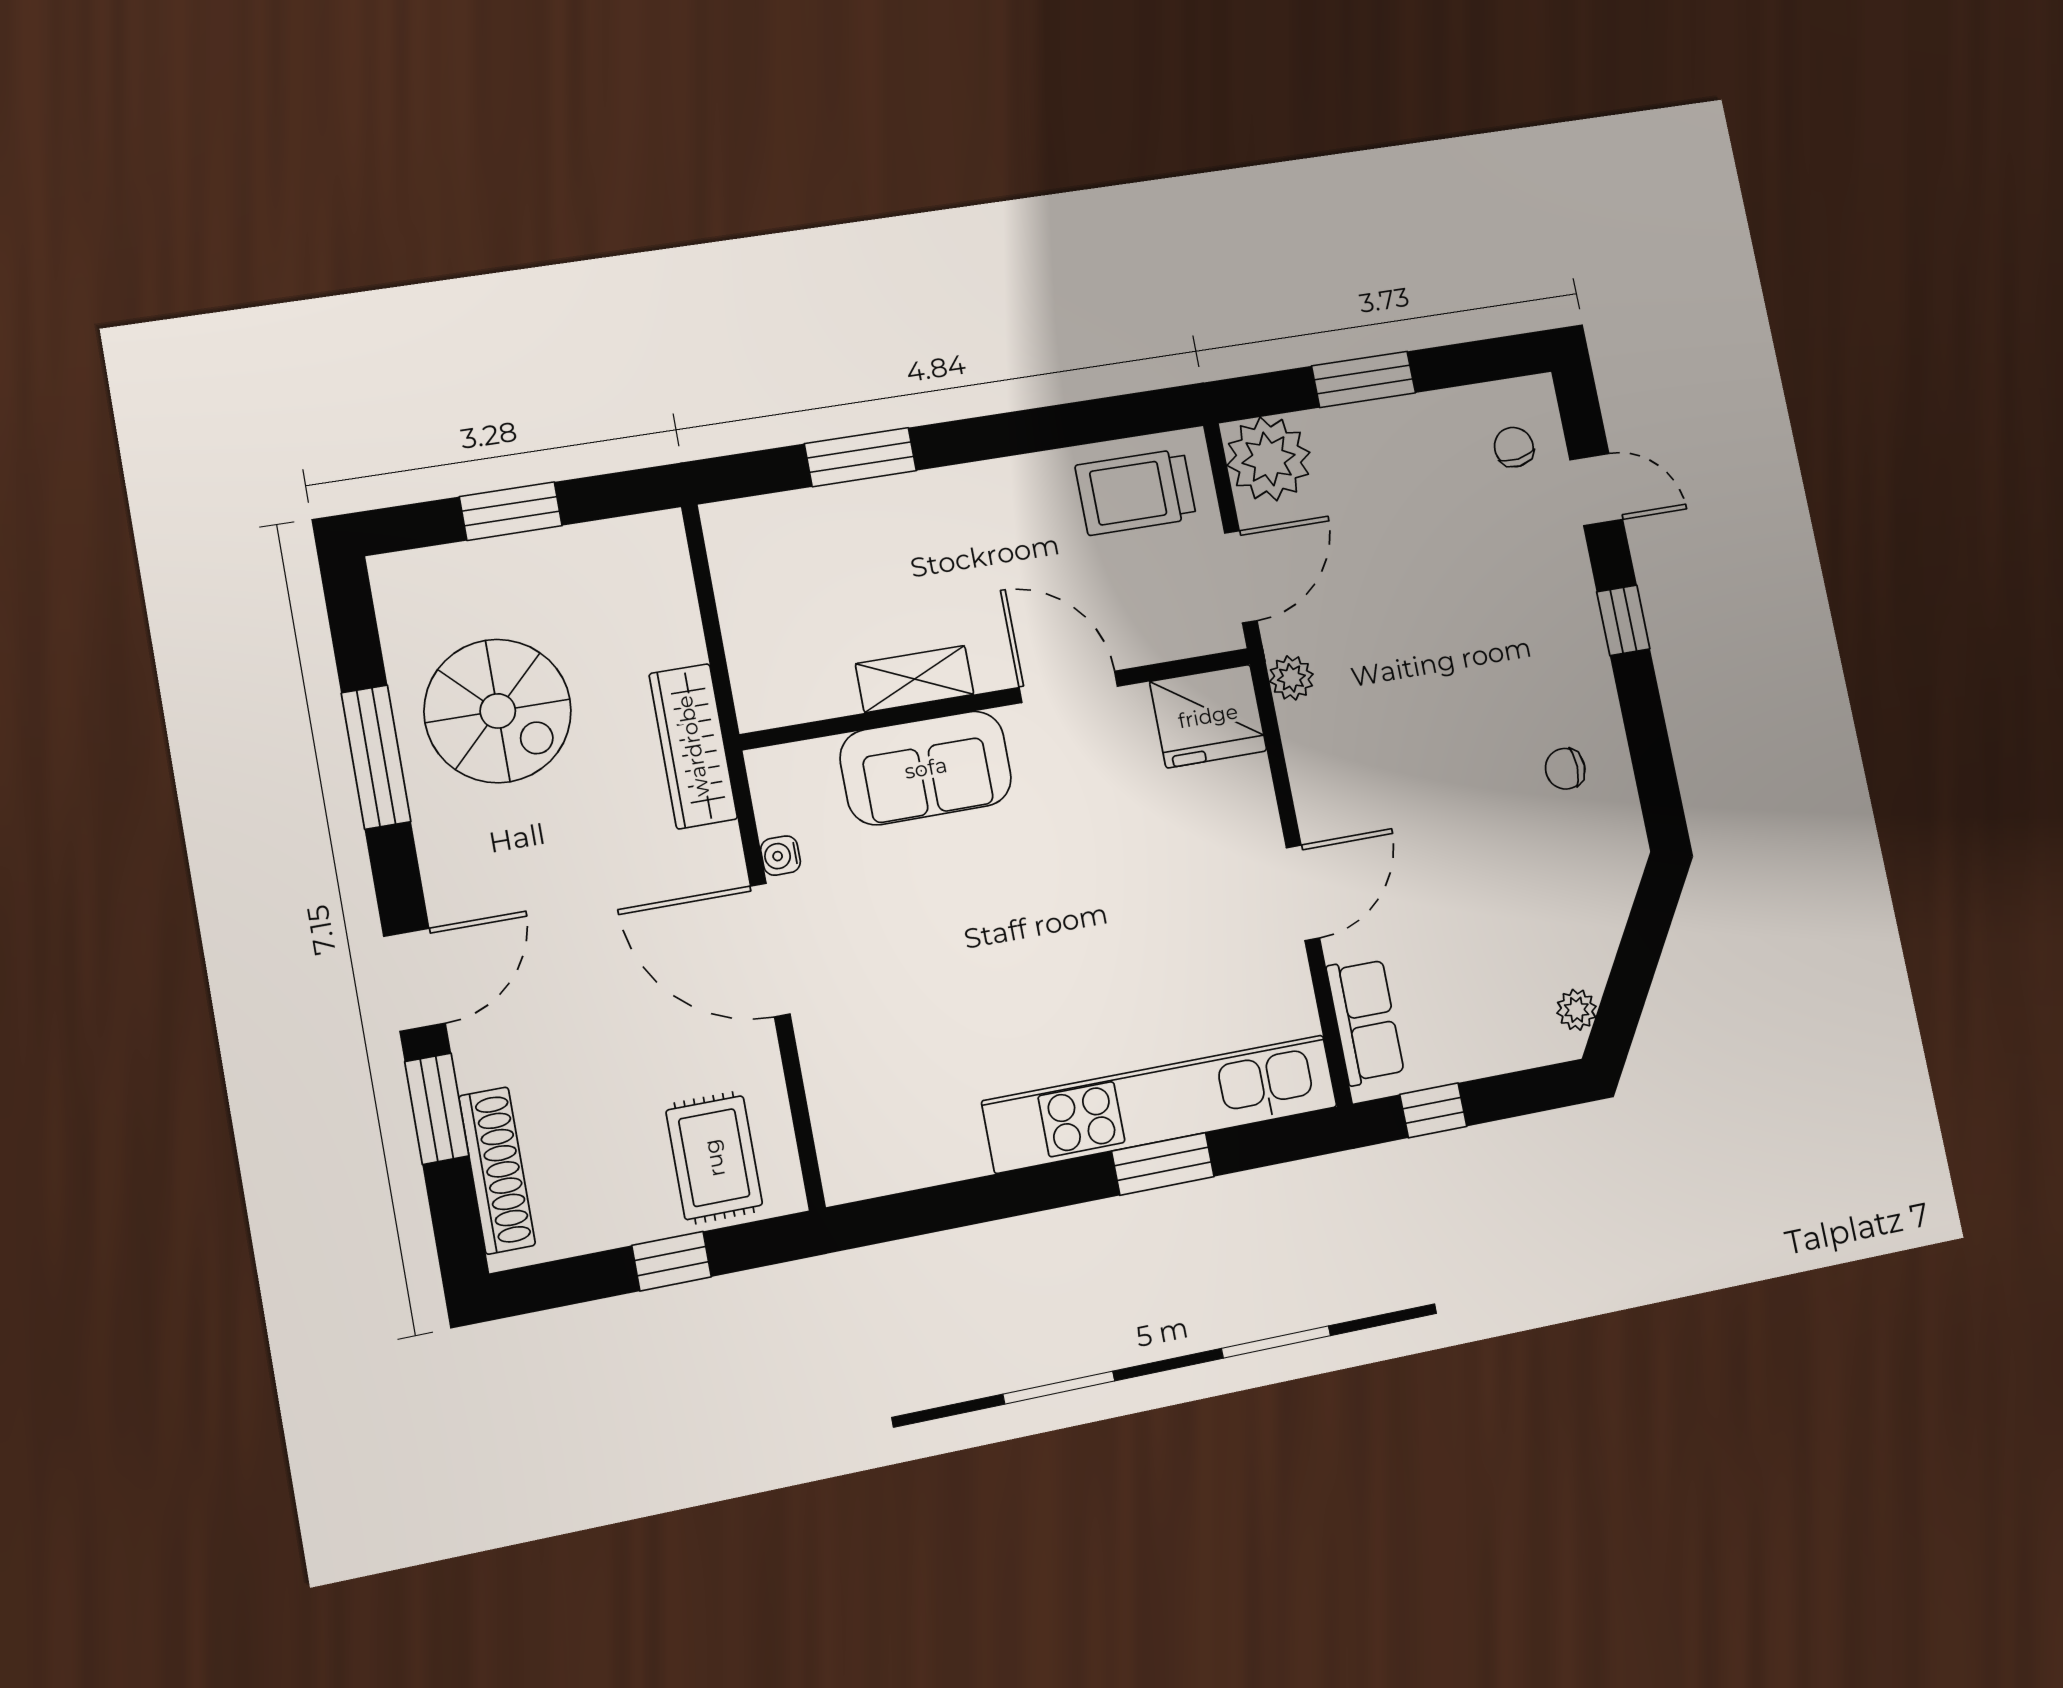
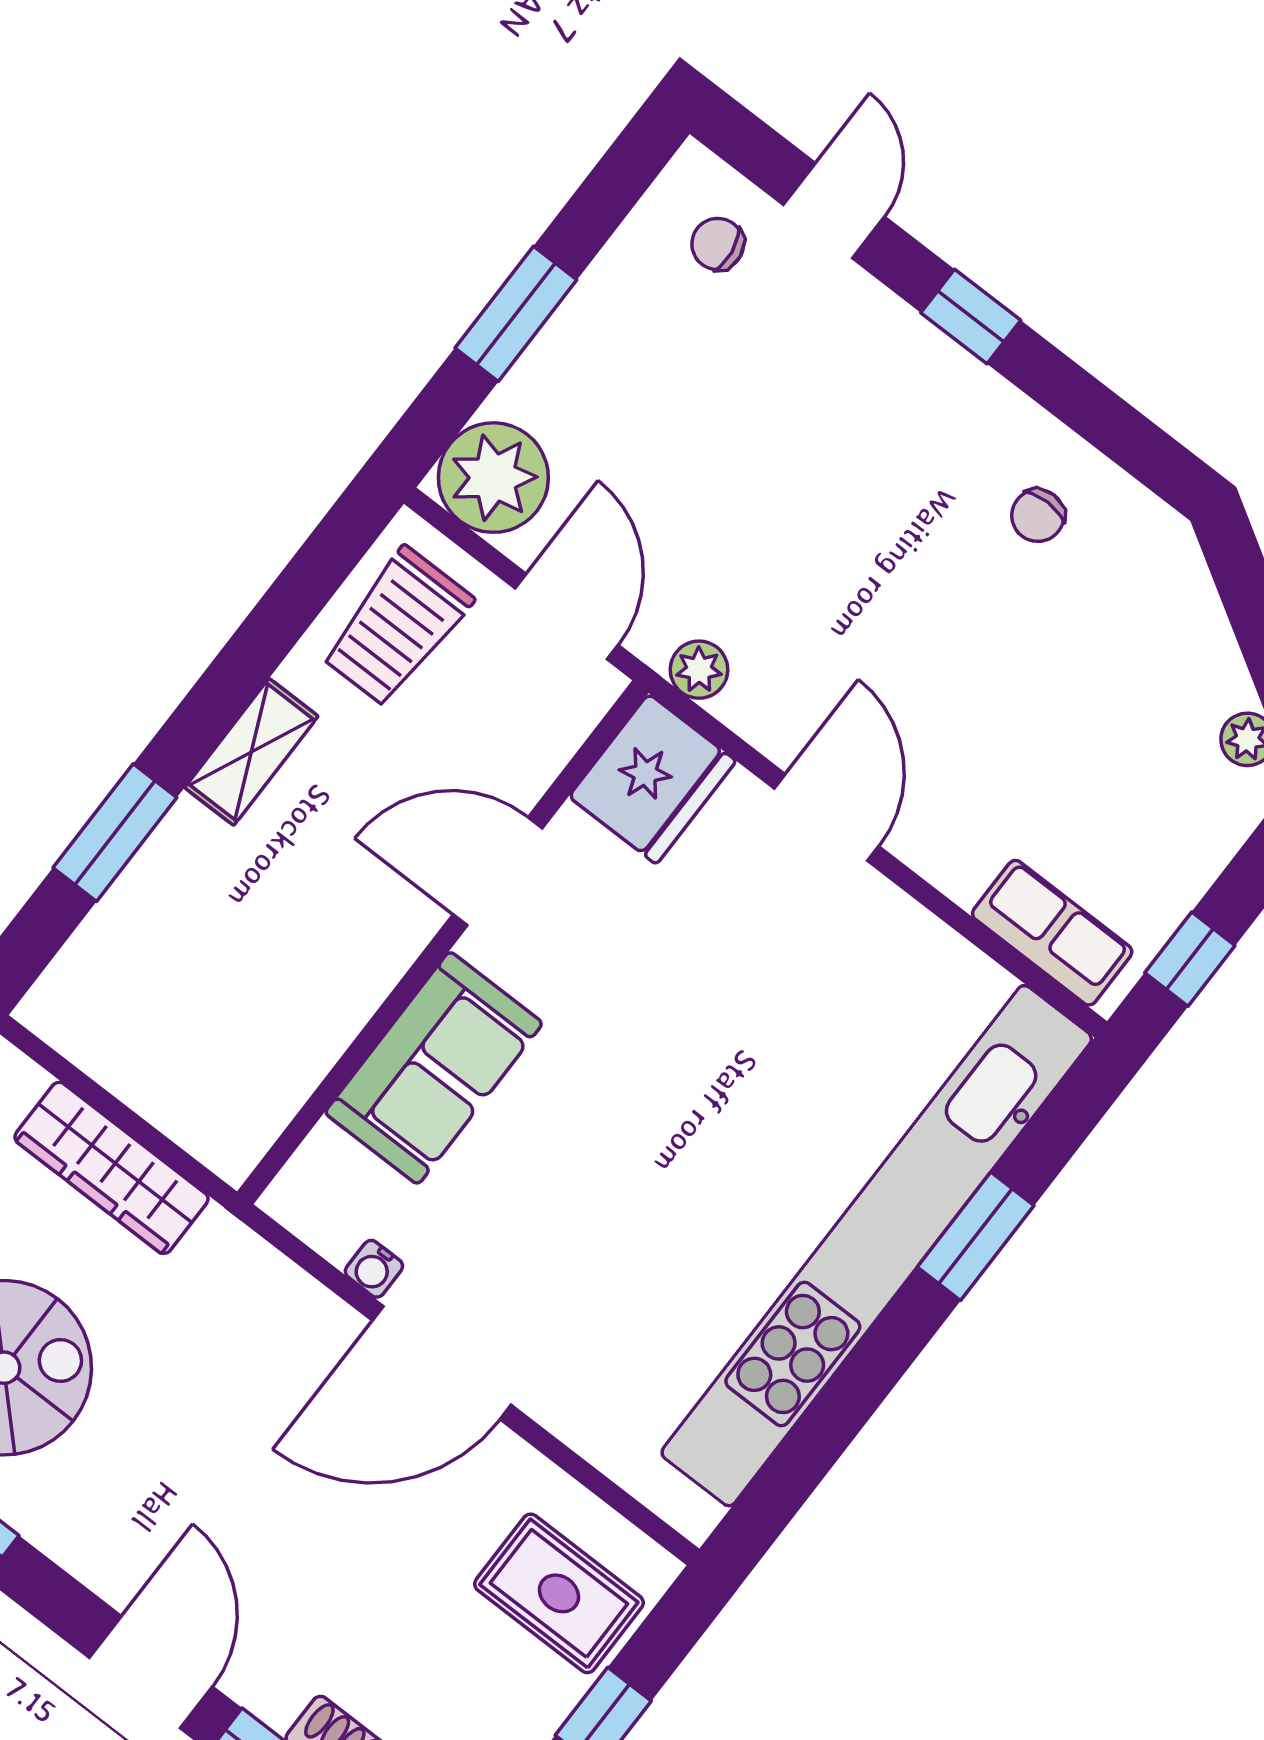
door: (1596, 490) -> (834, 211), hinge flipped
shelving: (915, 679) -> (251, 752), moved
wardrobe: (693, 746) -> (112, 1168), moved
door: (1303, 893) -> (826, 817), moved
kitchen unit: (1160, 1104) -> (877, 1246), width x1.36

